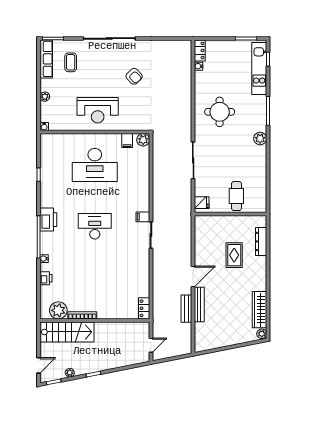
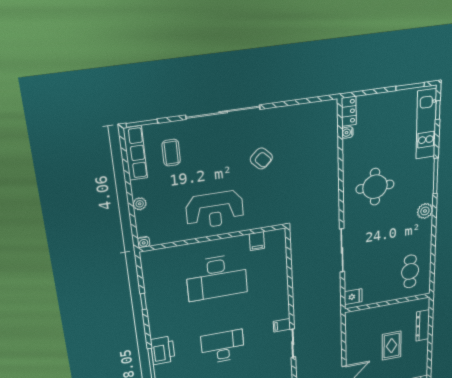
plant: (143, 140) -> (278, 237), removed
cafe table: (236, 196) -> (410, 271), moved

